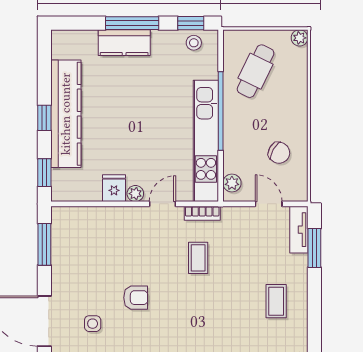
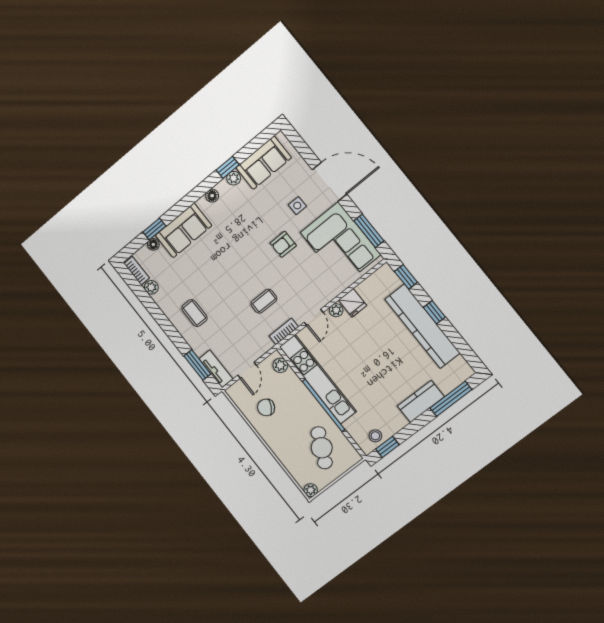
window: (132, 23) -> (451, 399), moved
door: (269, 204) -> (247, 370), hinge flipped
corner sofa: (81, 254) -> (340, 244), added
coffee table: (198, 258) -> (264, 301), turned 90

